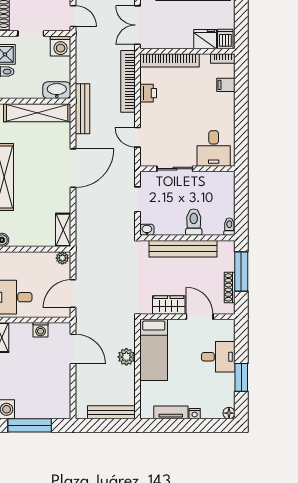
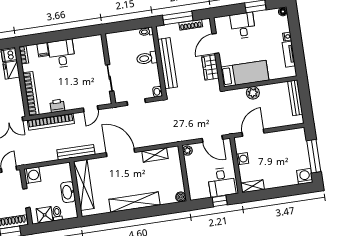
washbasin: (57, 90) -> (68, 192), moved
desk: (214, 148) -> (62, 54), moved, turned -90
shelving: (63, 230) -> (155, 155), moved

